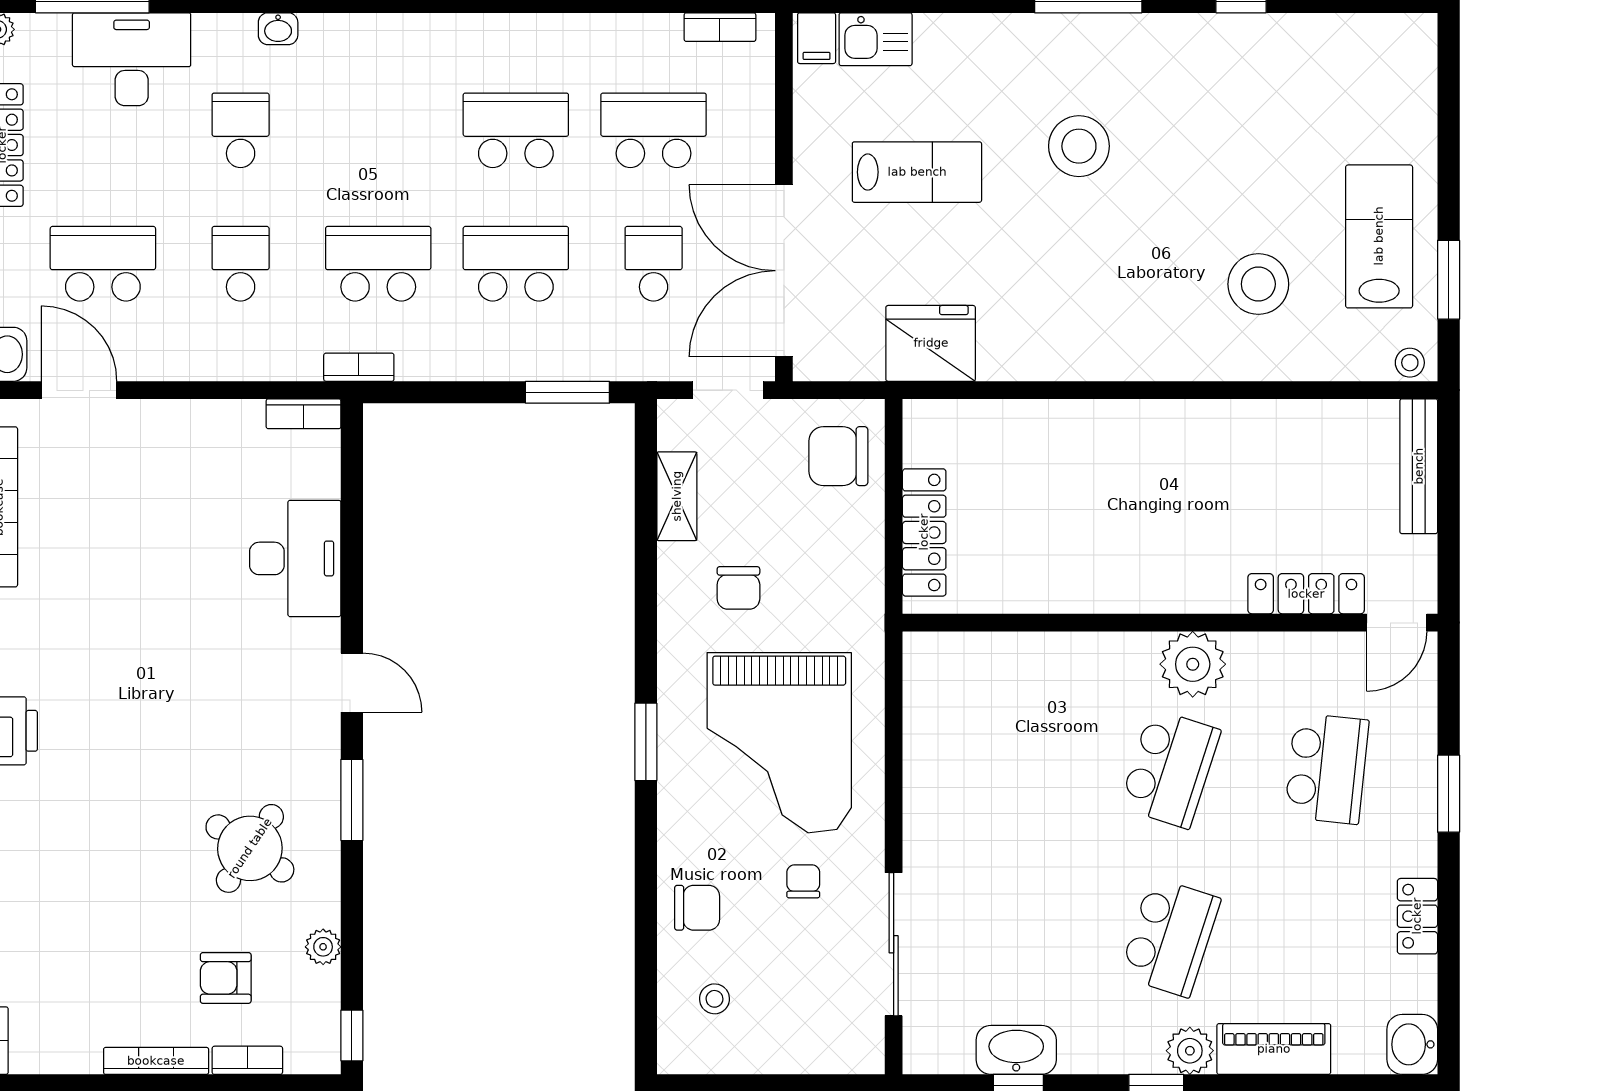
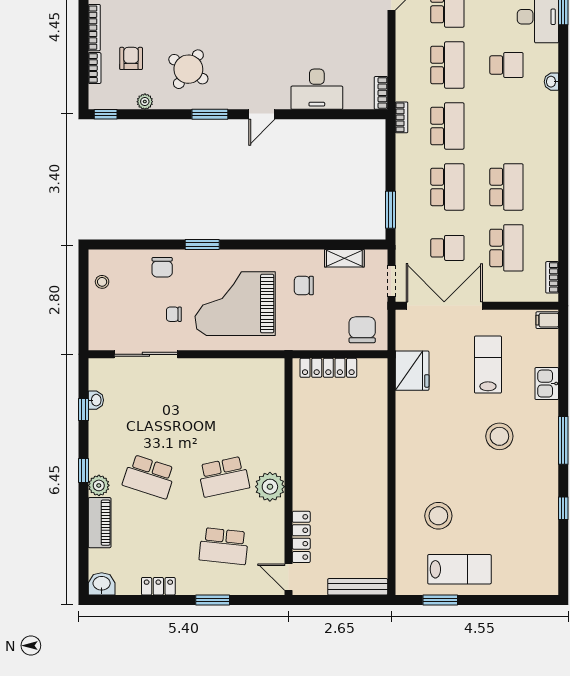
kitchen sink: (876, 39) -> (547, 384), moved
lab bench: (917, 172) -> (488, 365), turned 180
school desk: (241, 264) -> (447, 65), width x1.85
stool: (1410, 363) -> (404, 583), removed
window: (646, 742) -> (202, 244), moved
school desk: (1170, 769) -> (224, 477), turned -30
chair: (803, 881) -> (174, 314), turned 180
stool: (715, 999) -> (102, 282), moved
washbasin: (1016, 1050) -> (96, 400), width x0.52, depth x0.69

